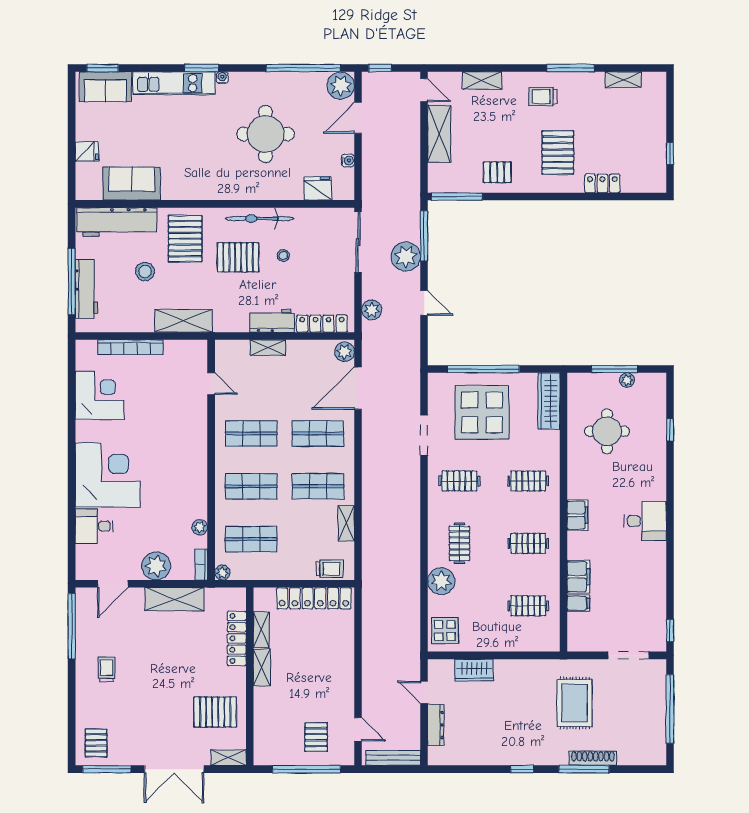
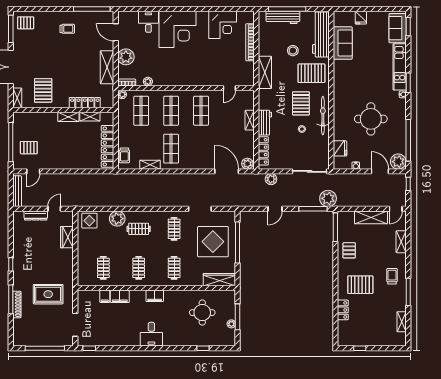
plant: (406, 257) -> (328, 198), moved
shop shelf: (318, 433) -> (201, 149), removed

